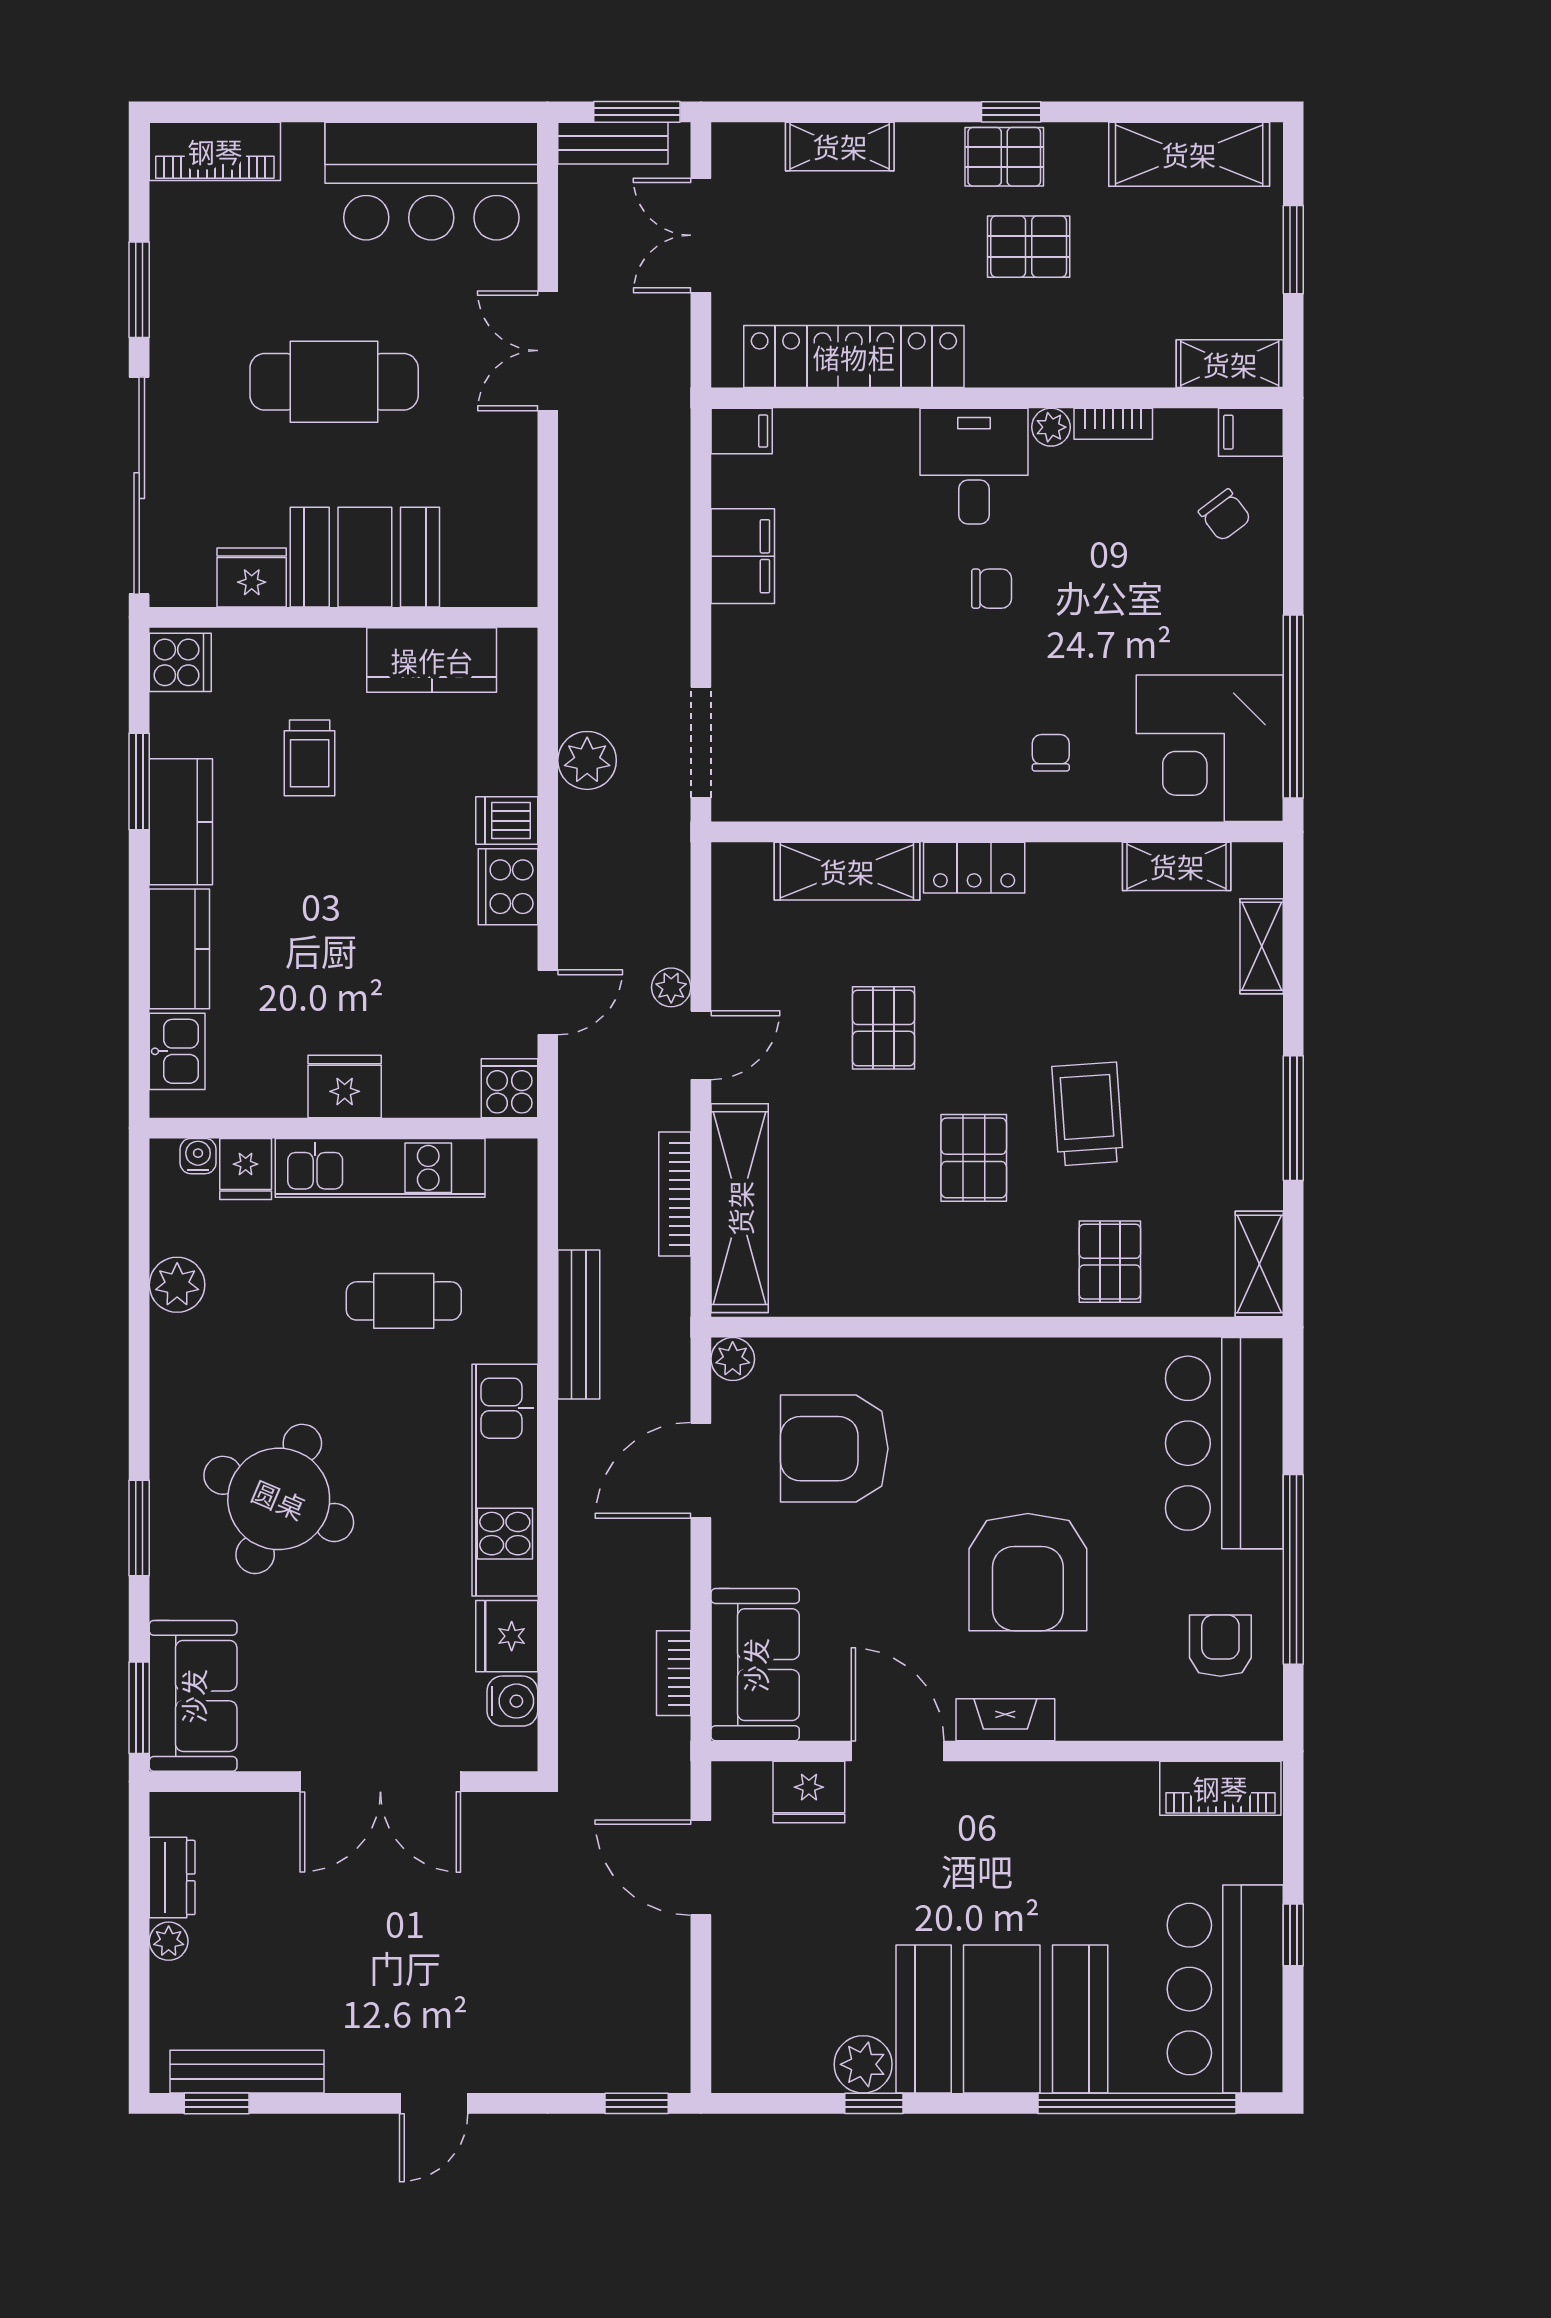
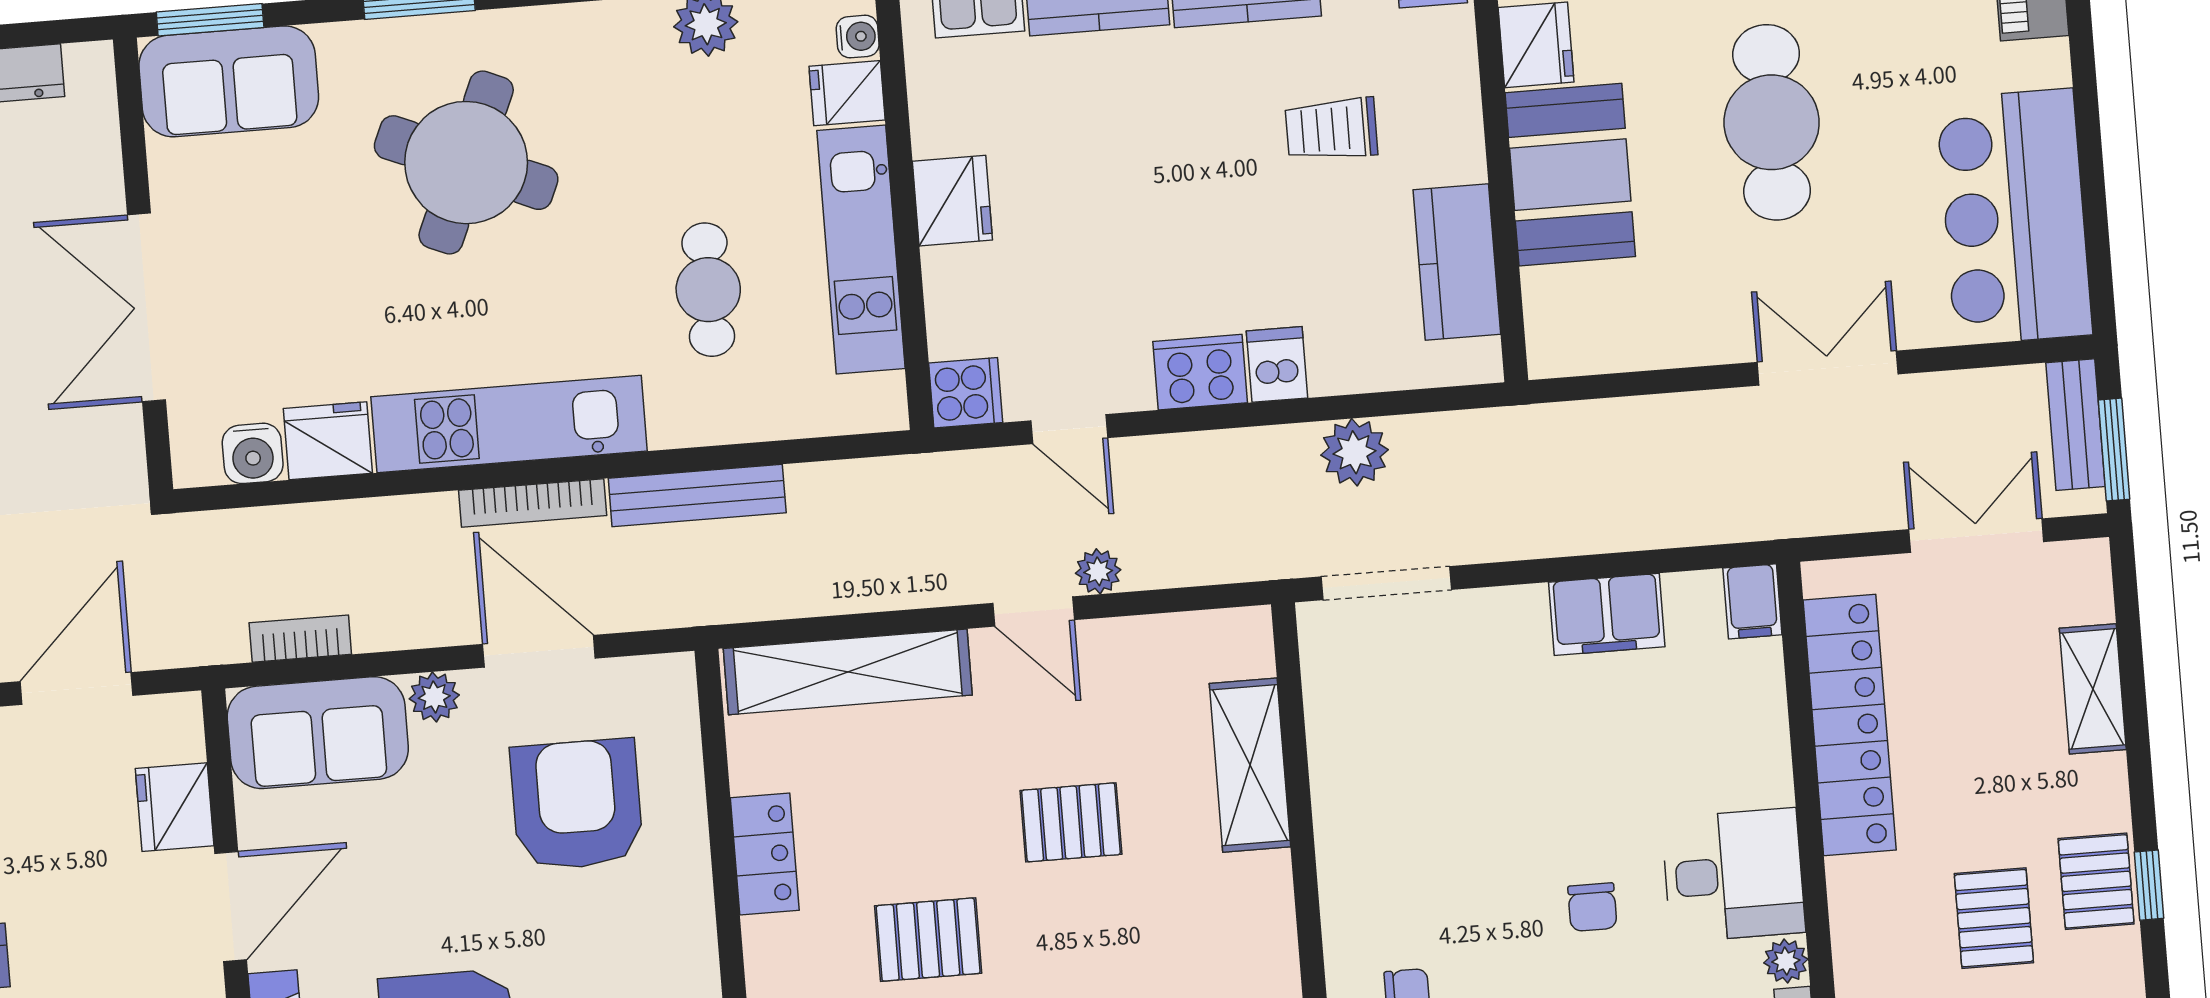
locker: (974, 868) -> (765, 854), moved, turned 180
bookcase: (675, 1194) -> (533, 503), moved, turned 180
plant: (733, 1359) -> (434, 697), moved

